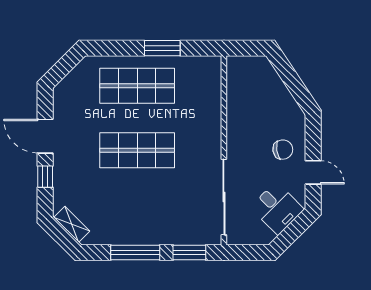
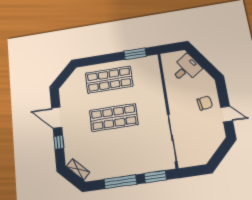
window: (162, 48) -> (135, 54), moved
desk: (277, 208) -> (186, 69), moved, turned -79

